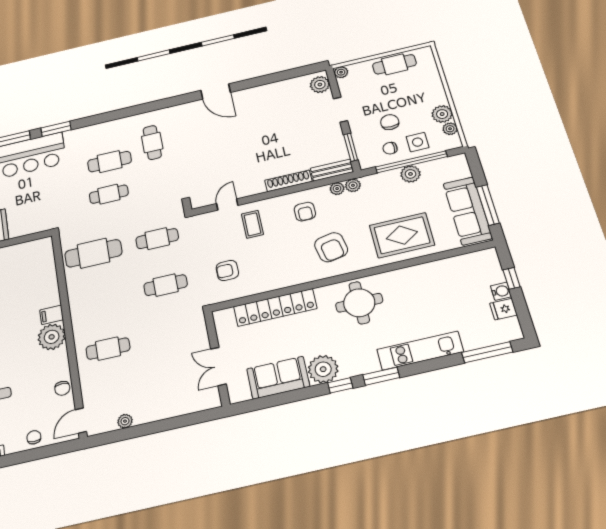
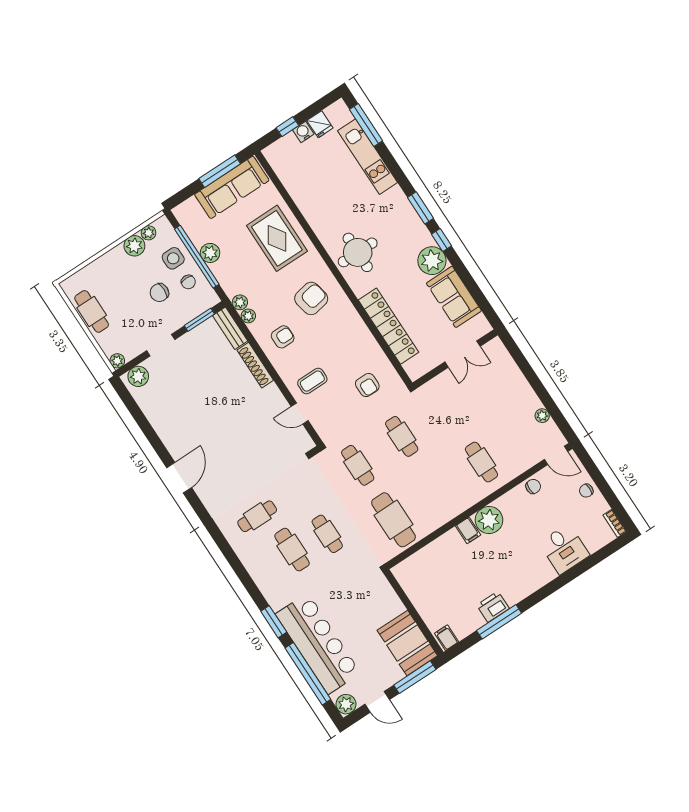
kitchen unit: (420, 351) -> (368, 157), moved

